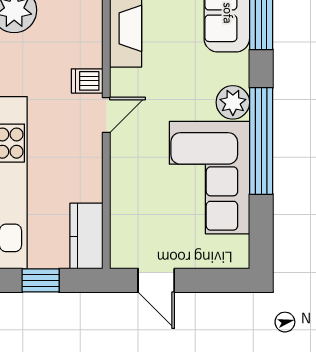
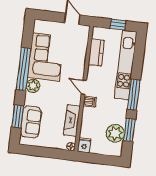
door: (106, 115) -> (84, 87), hinge flipped
kitchen counter: (86, 236) -> (96, 53), moved

